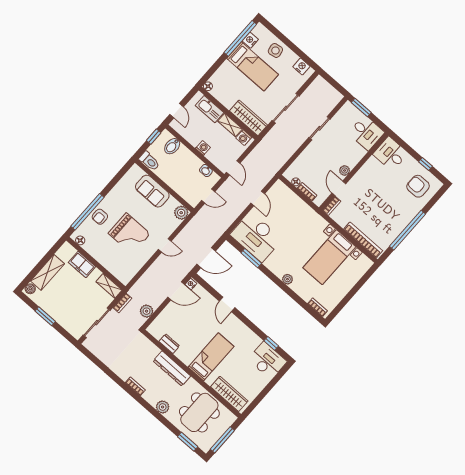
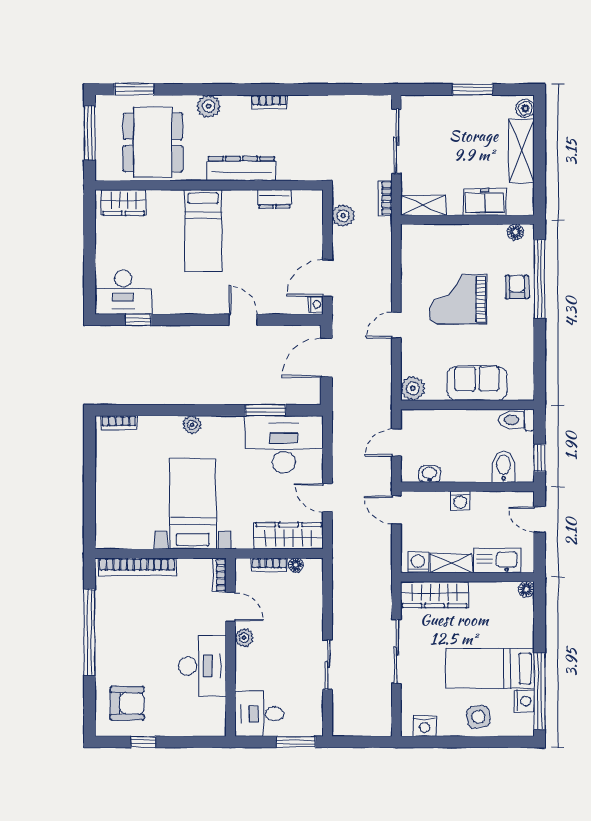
desk: (390, 154) -> (202, 666), moved, width x1.37
wardrobe: (288, 197) -> (289, 536), added
bed with nightstands: (329, 257) -> (193, 504), moved
wardrobe: (229, 394) -> (124, 202), width x0.67

